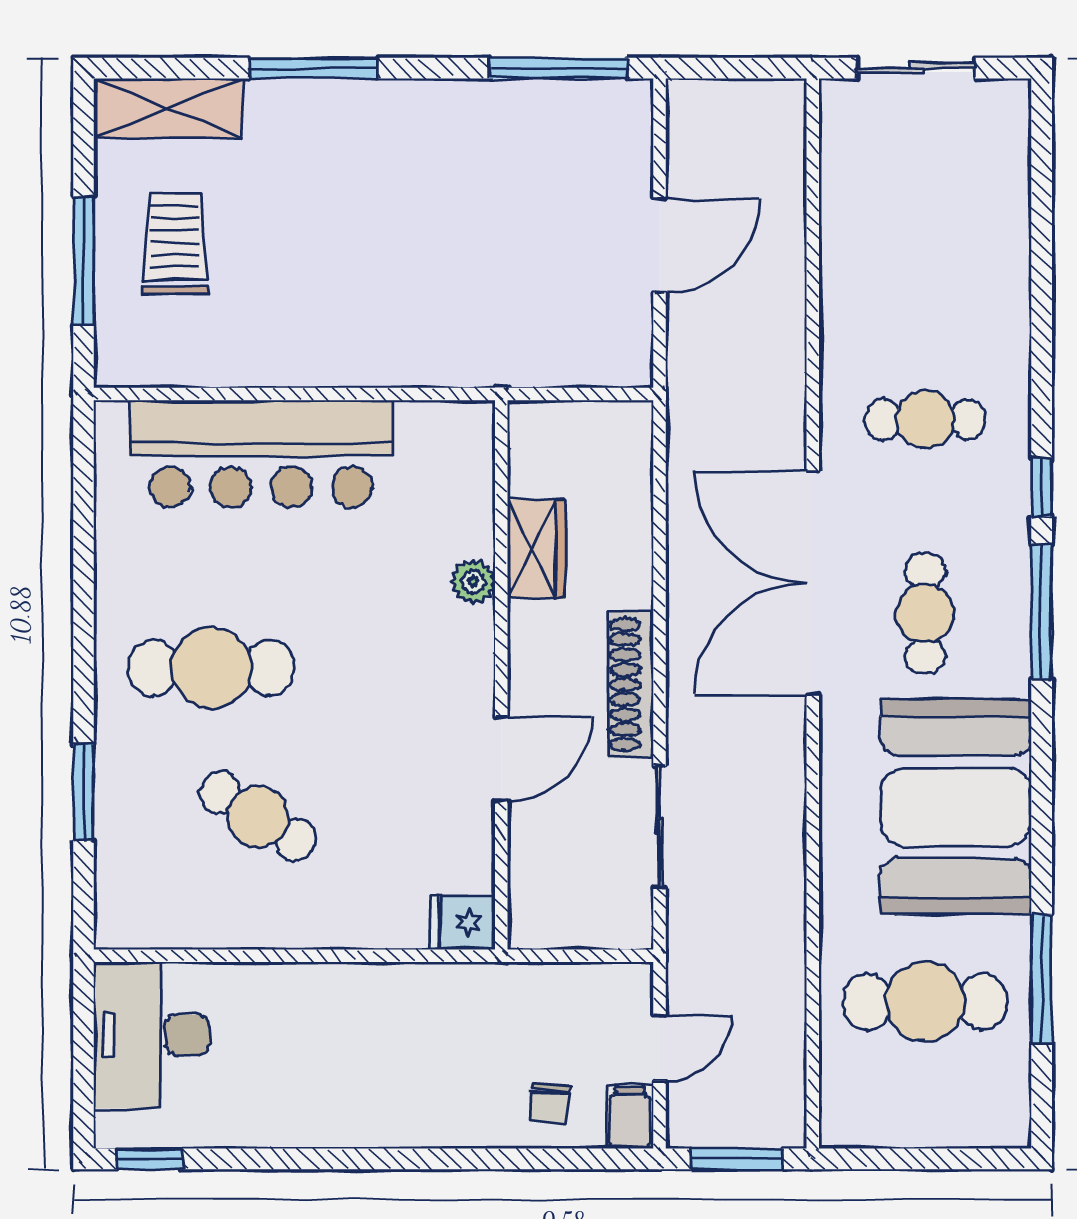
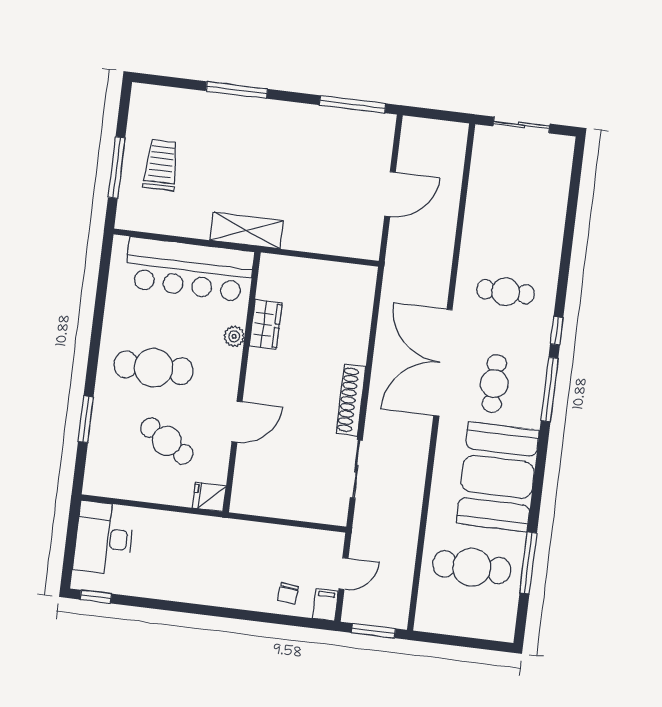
shelving: (168, 108) -> (247, 230), moved
wardrobe: (536, 549) -> (266, 325), moved
plant: (473, 582) -> (234, 336), moved
wall: (501, 675) -> (242, 382), moved
door: (501, 759) -> (237, 422), moved
fridge: (463, 922) -> (209, 497), moved

